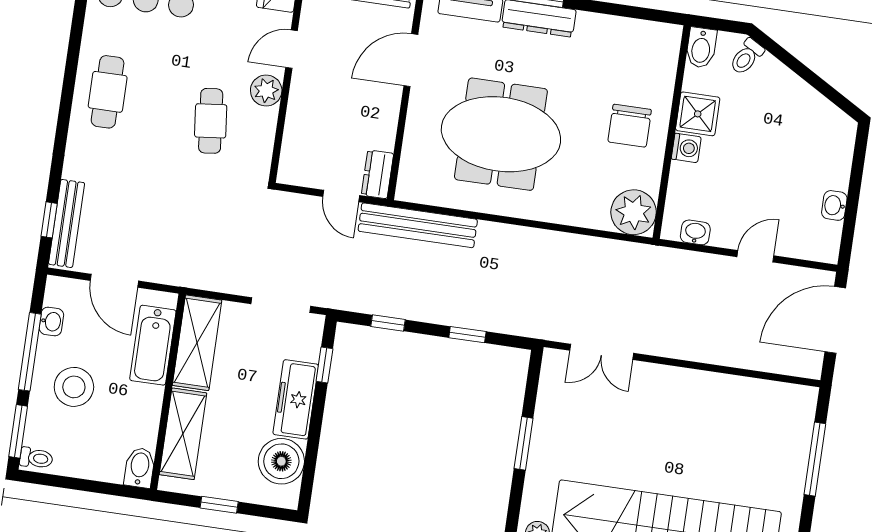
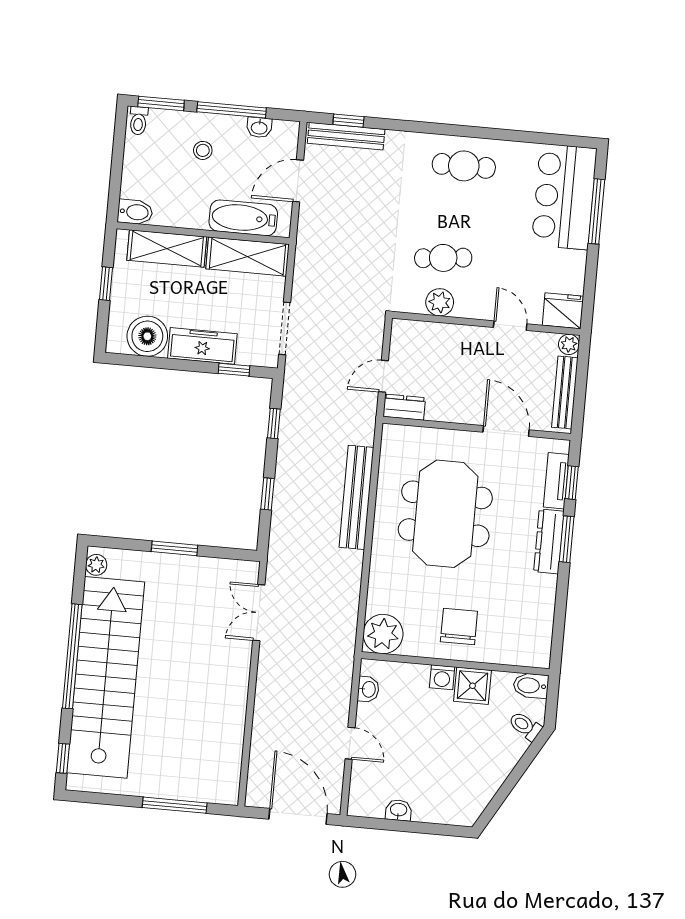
plant: (266, 91) -> (440, 302), moved
chair: (630, 126) -> (459, 626), turned 90
bench: (418, 225) -> (356, 497), moved
stool: (74, 387) -> (203, 150), width x0.53, depth x0.53

